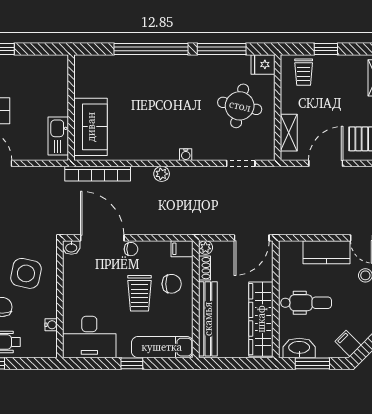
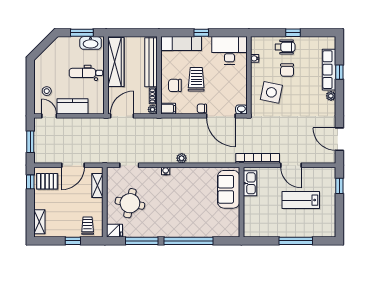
bookcase: (98, 174) -> (258, 158), moved
filing cabinet: (348, 343) -> (58, 46), removed

